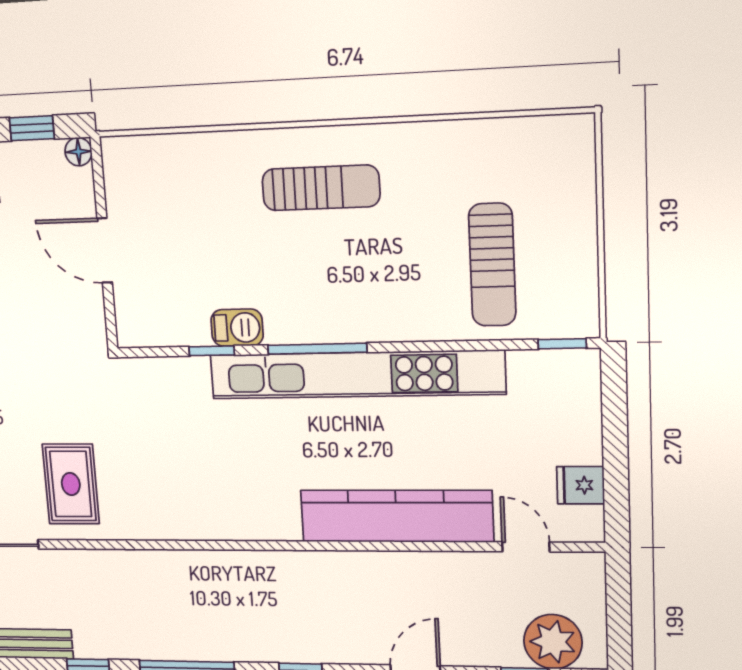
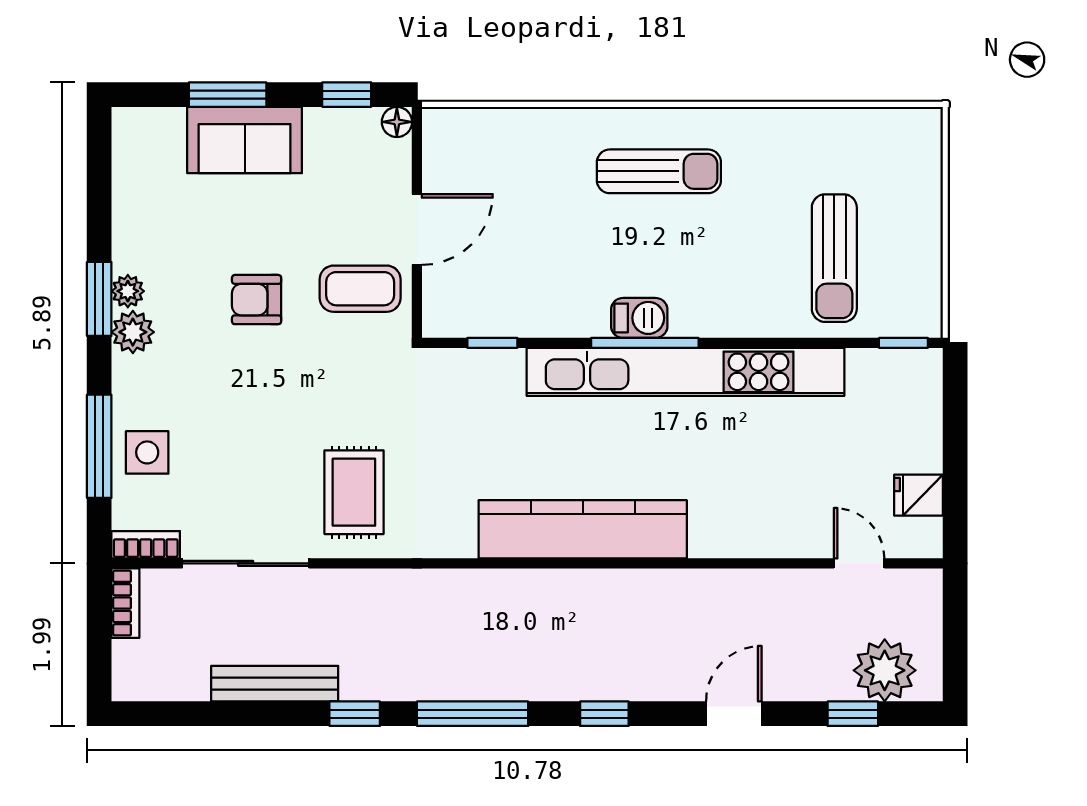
door: (105, 250) -> (417, 229), swing flipped
coffee table: (60, 306) -> (360, 289), added
barbecue: (237, 328) -> (639, 318), moved
window: (212, 351) -> (492, 343), moved
kitchen counter: (396, 516) -> (583, 529), moved

